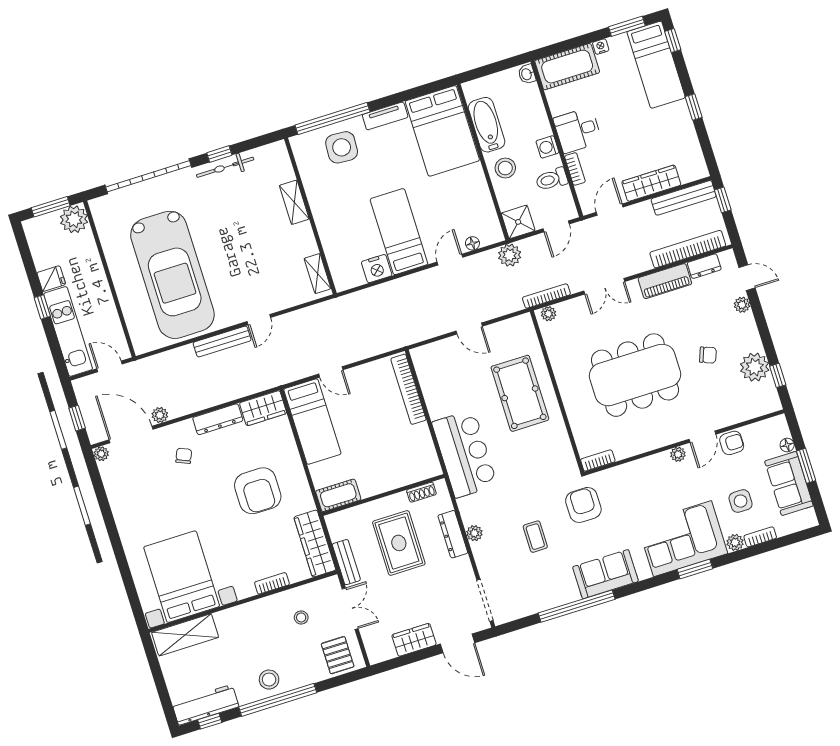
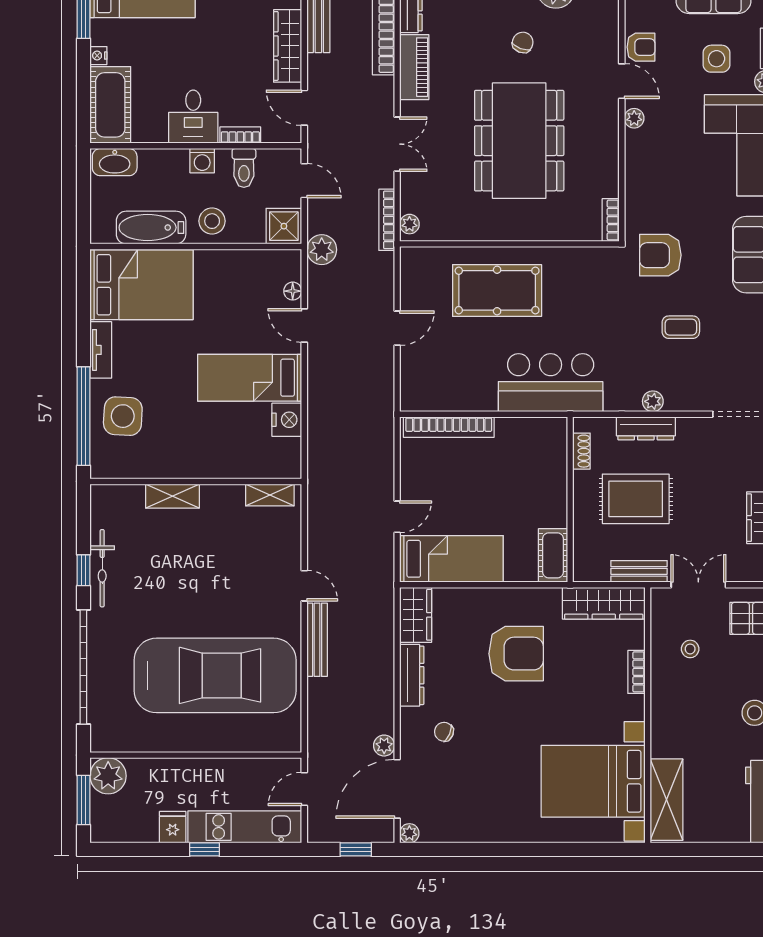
washbasin: (527, 74) -> (115, 162), width x1.91, depth x1.45
armchair: (732, 443) -> (641, 47), turned 90

